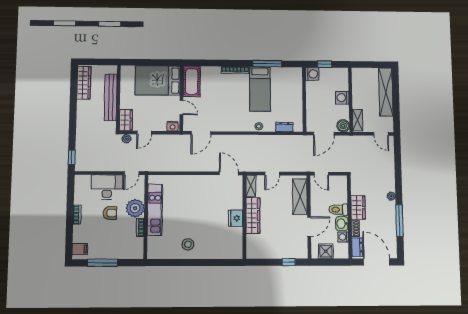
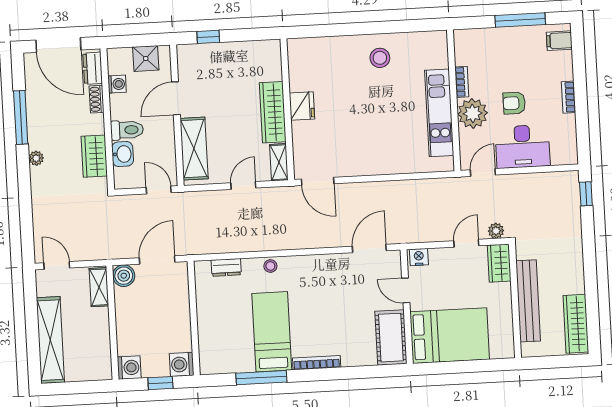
washing machine: (342, 98) -> (129, 368), moved
wardrobe: (358, 208) -> (94, 156), moved
washbasin: (342, 224) -> (123, 154), moved

